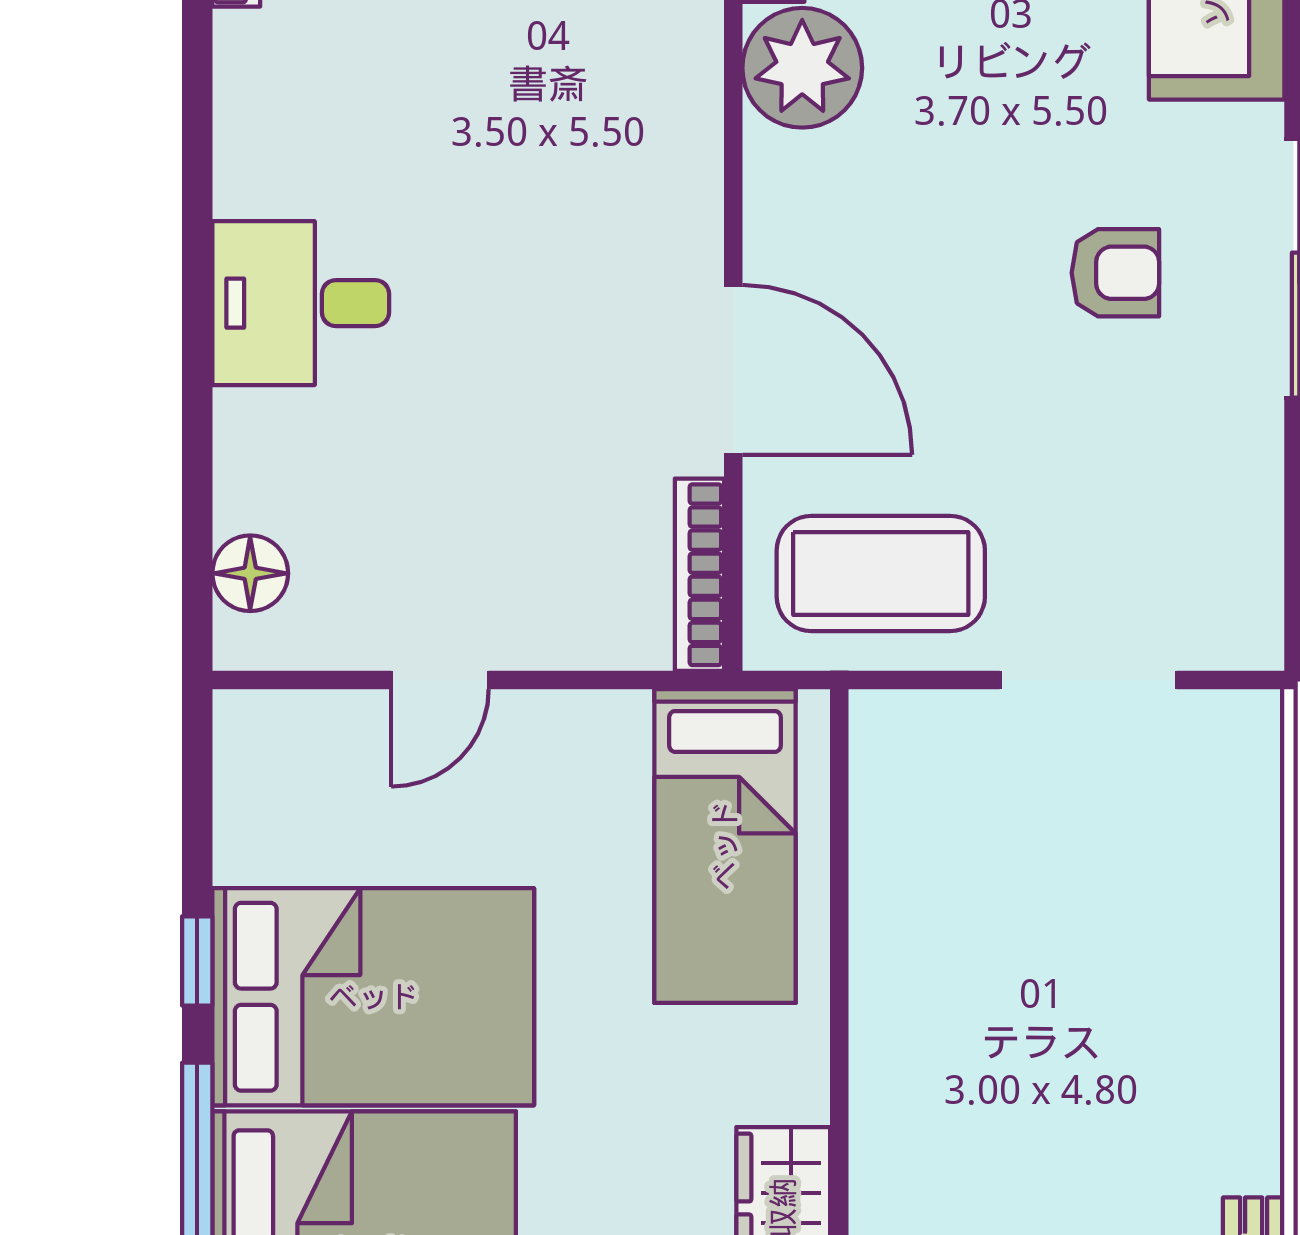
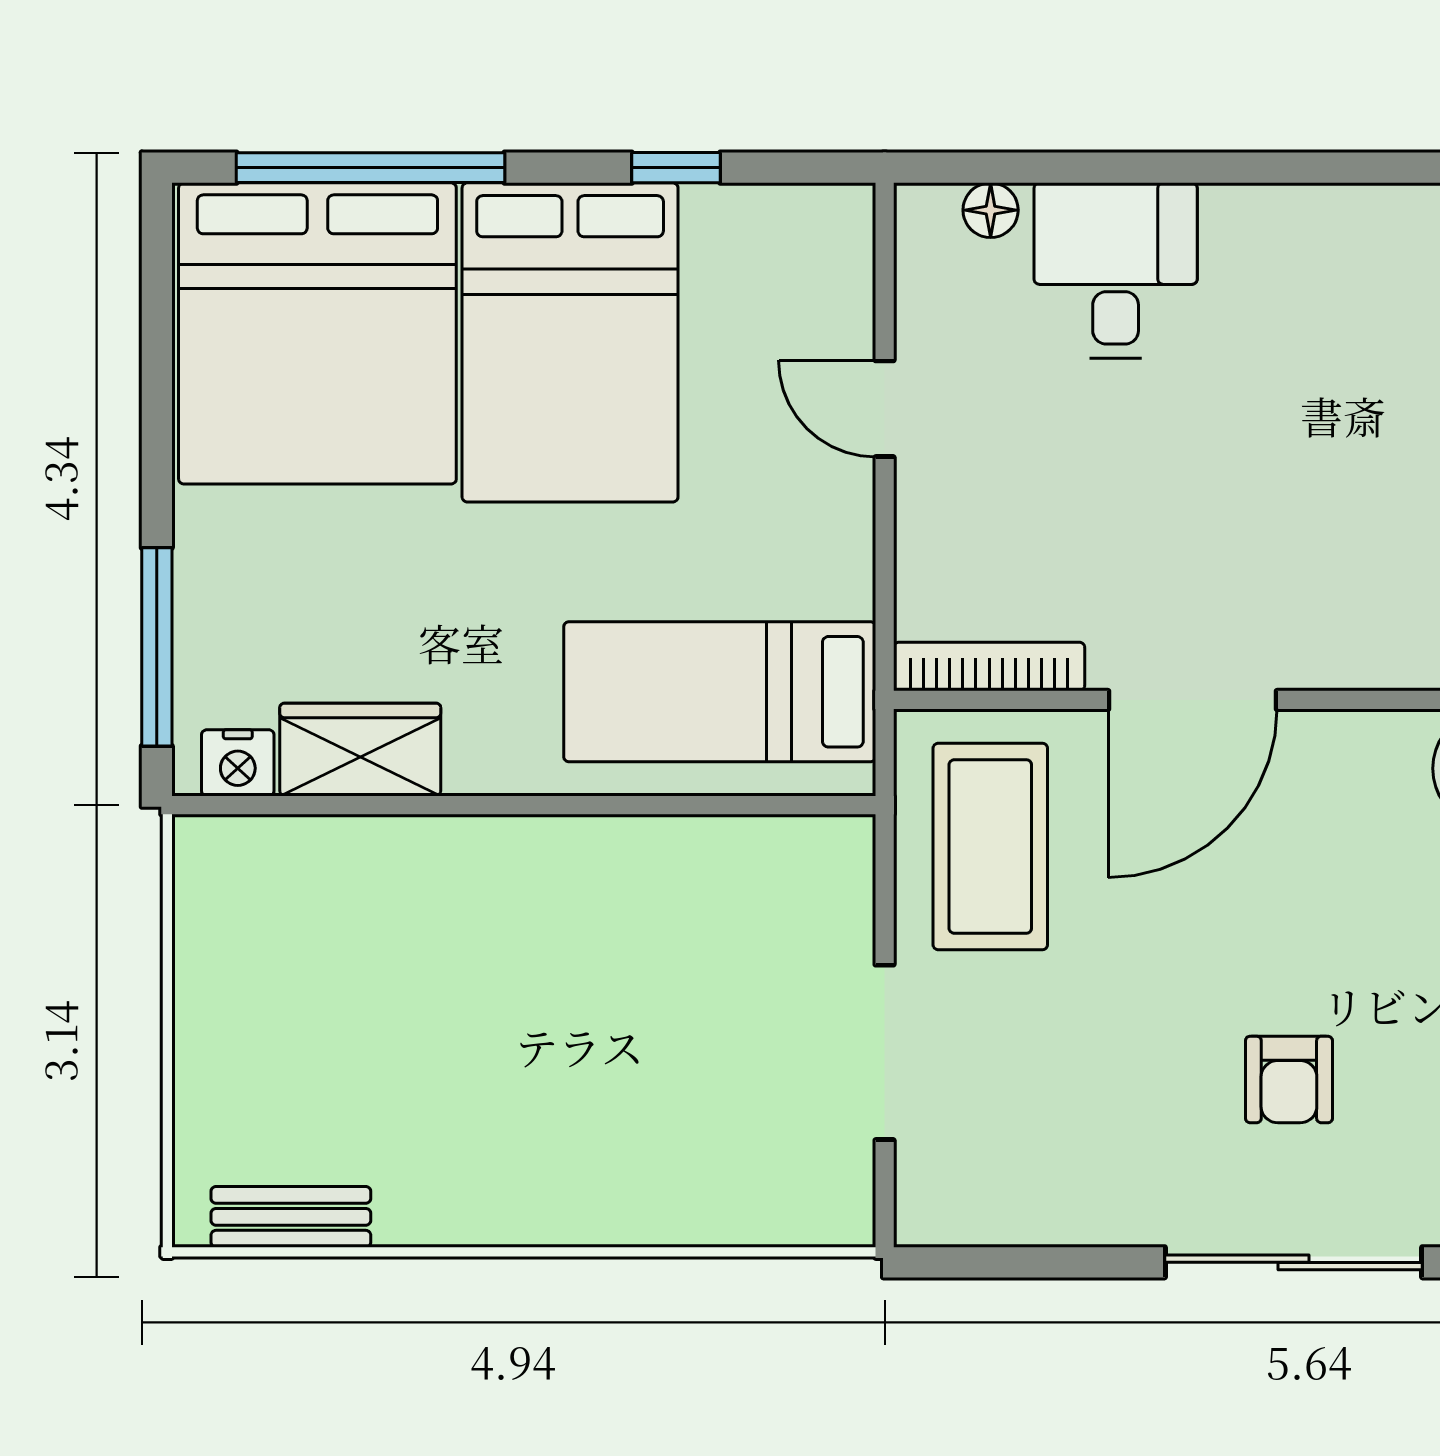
desk: (301, 303) -> (1116, 270), moved
floor lamp: (250, 573) -> (991, 210), width x0.73, depth x0.73
window: (197, 961) -> (676, 168), moved

